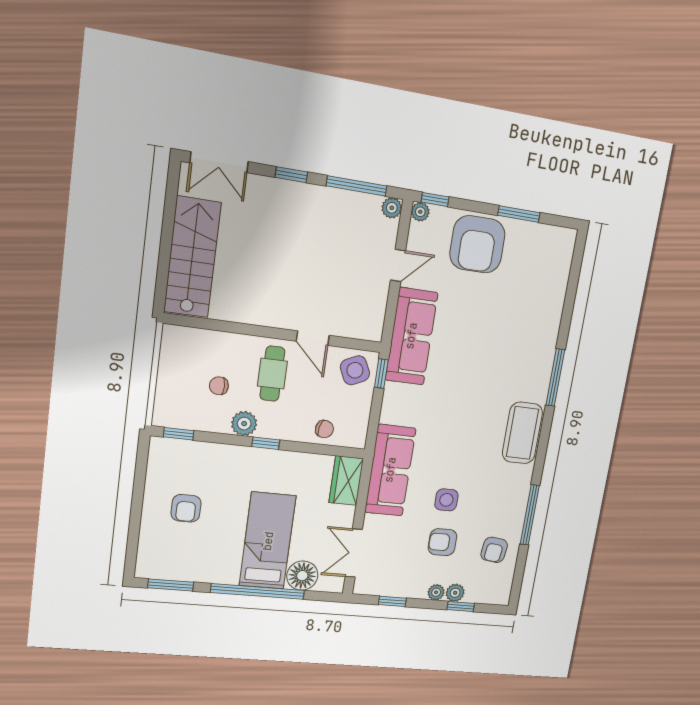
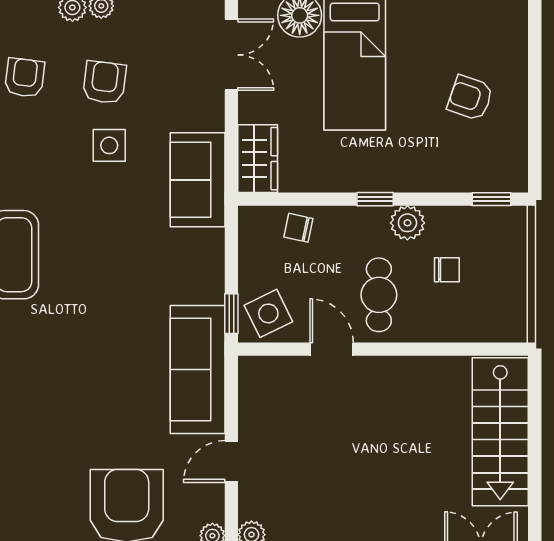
sofa: (390, 470) -> (198, 180), width x0.73
armchair: (186, 508) -> (470, 98), turned -71
armchair: (442, 542) -> (104, 82), turned -83

